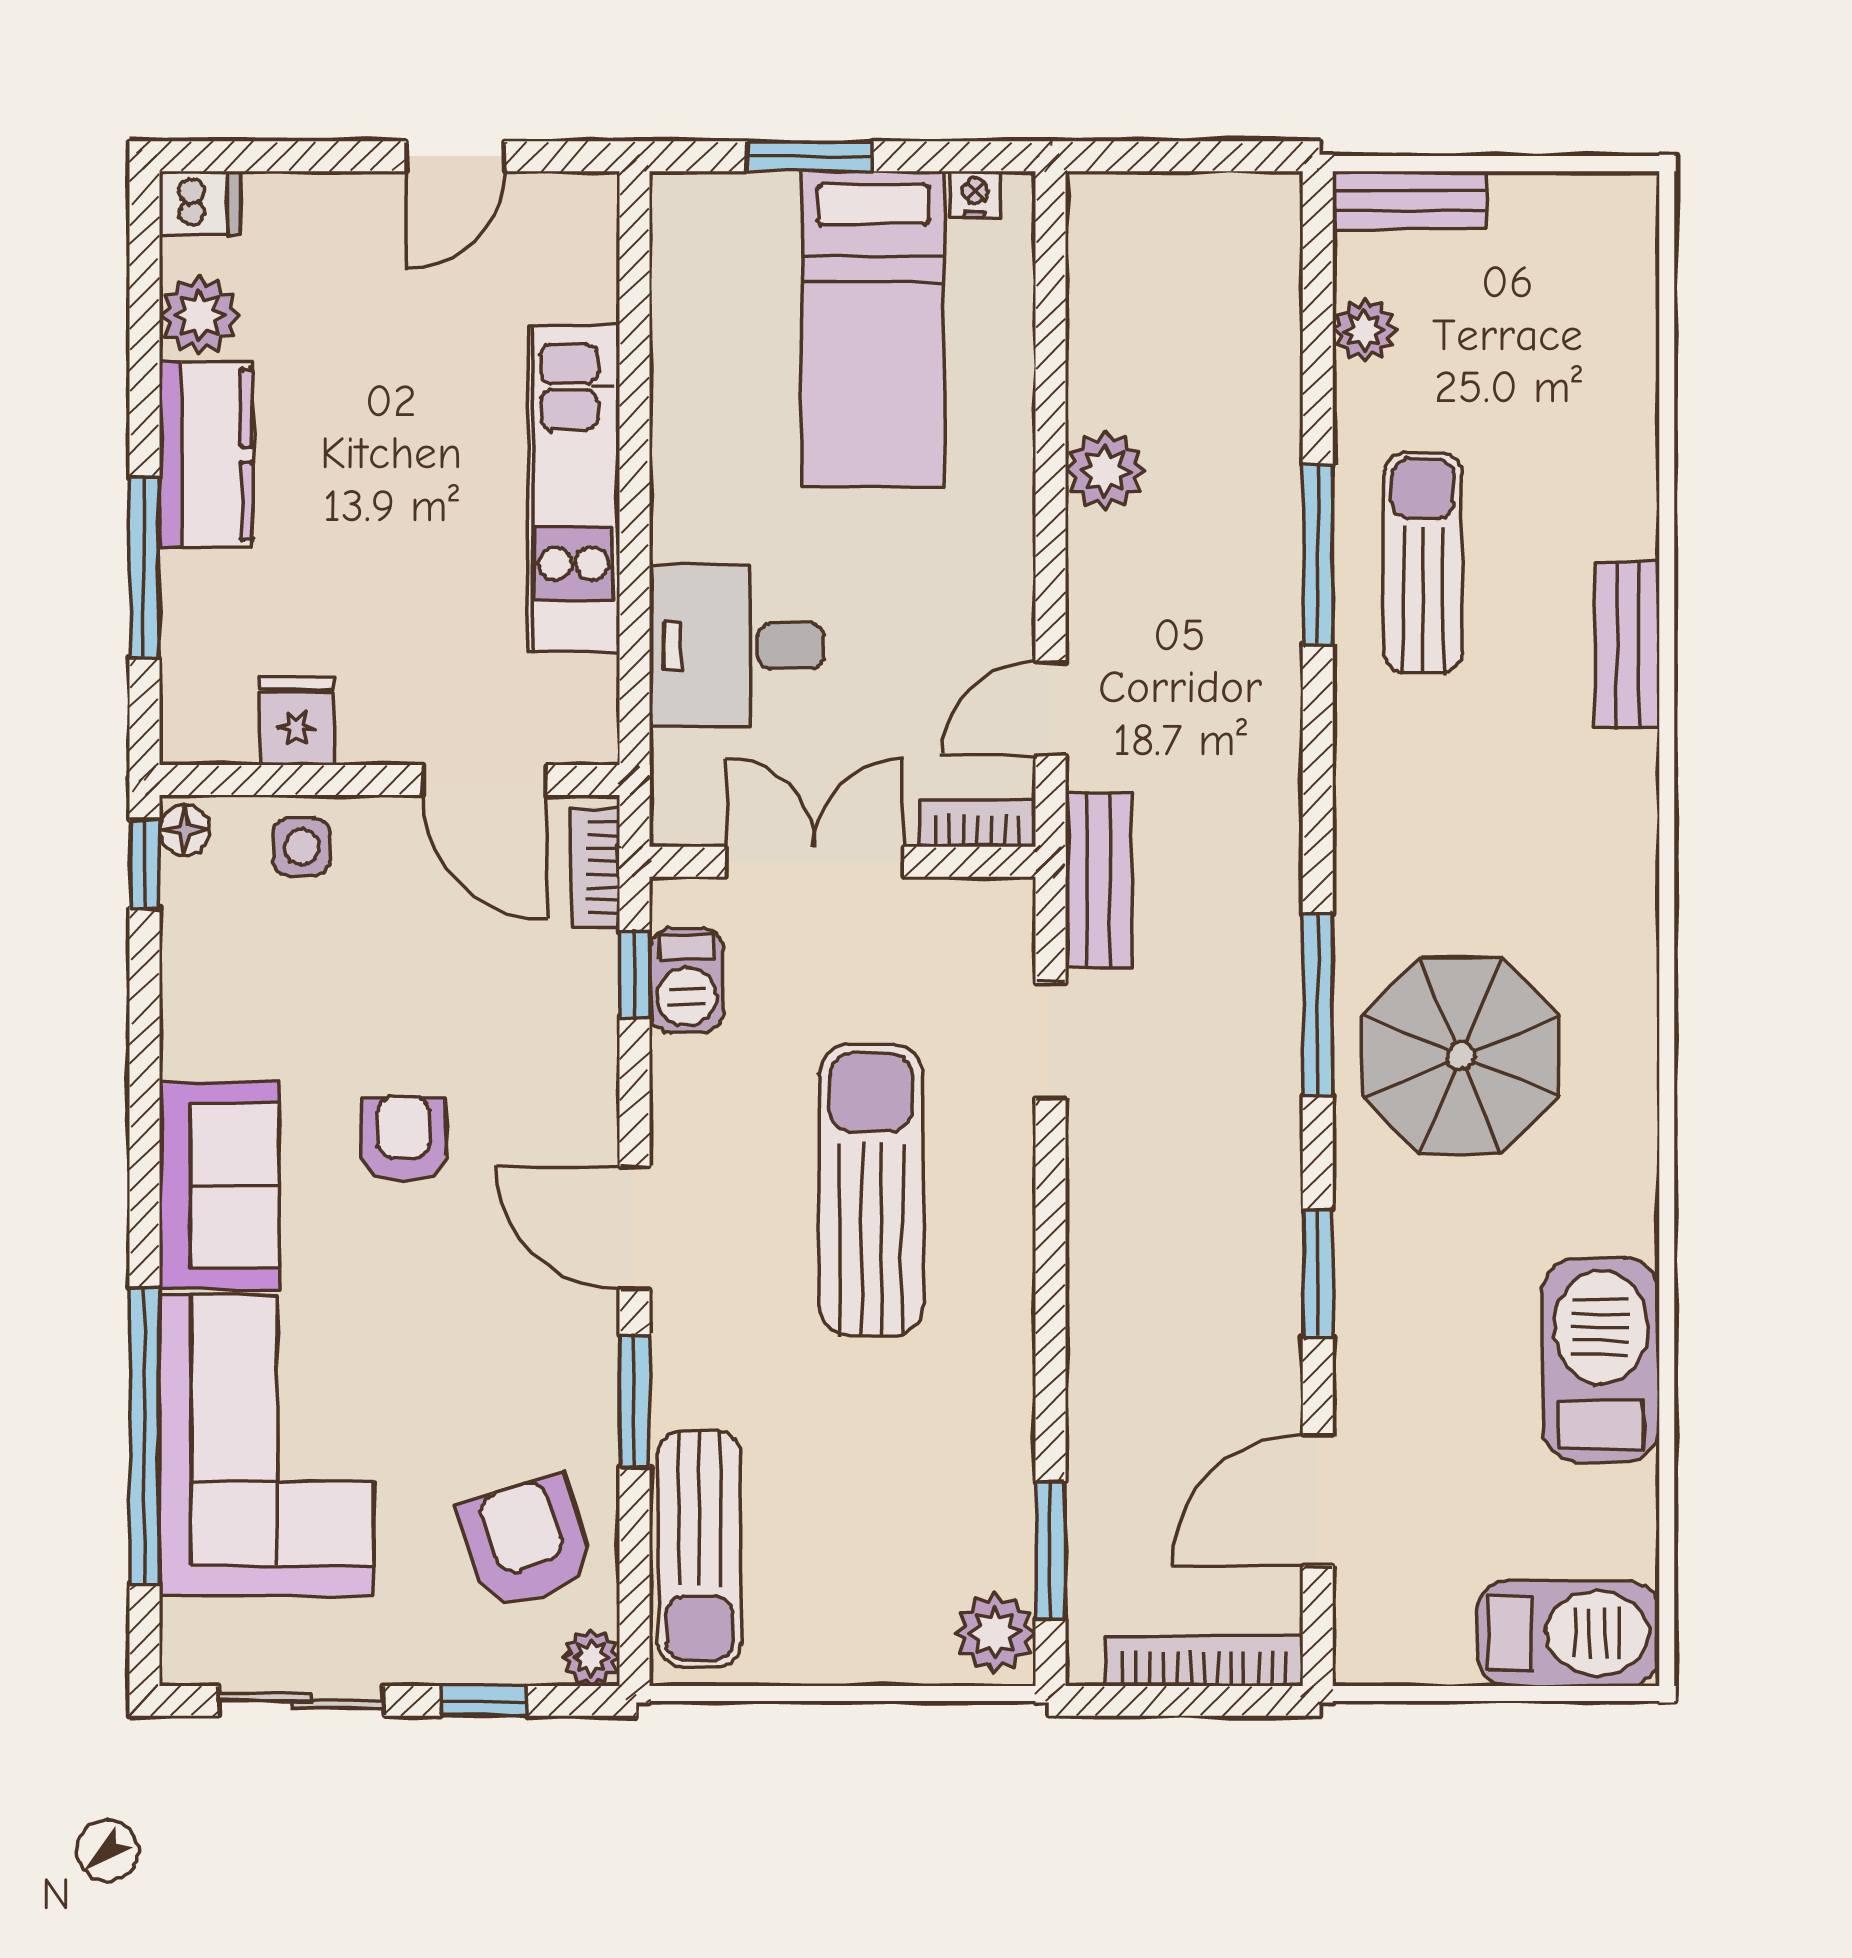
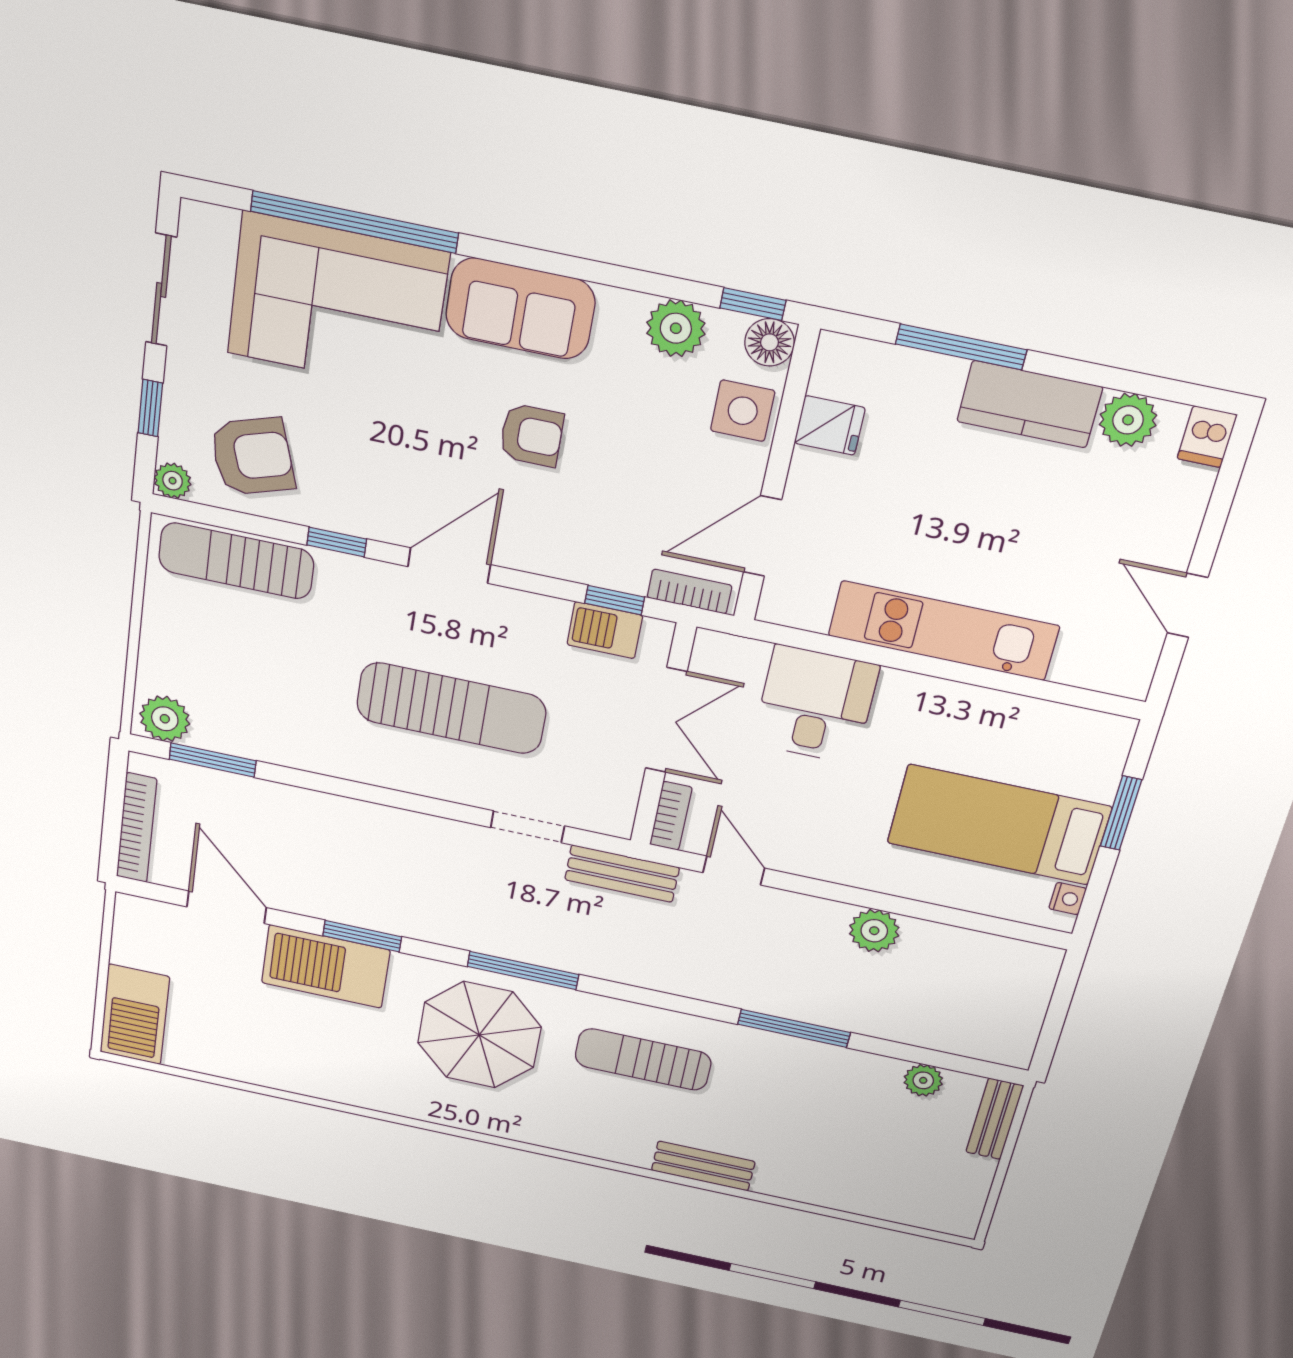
sun lounger: (1423, 563) -> (643, 1059), moved, turned 180
floor lamp: (185, 830) -> (769, 342), width x1.37, depth x1.37
side table: (301, 847) -> (743, 411), width x1.37, depth x1.37
plant: (202, 964) -> (676, 328), added
barbecue: (1601, 1360) -> (326, 966), moved, turned 180
window: (635, 1401) -> (337, 542), width x0.67

